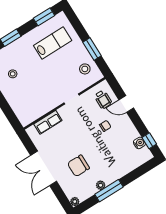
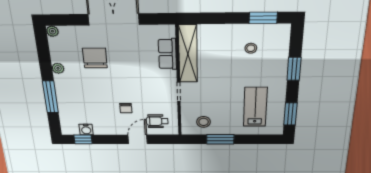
lab bench: (53, 43) -> (255, 107), turned 180
shelving: (40, 110) -> (188, 54), added
window: (109, 191) -> (50, 97), moved

